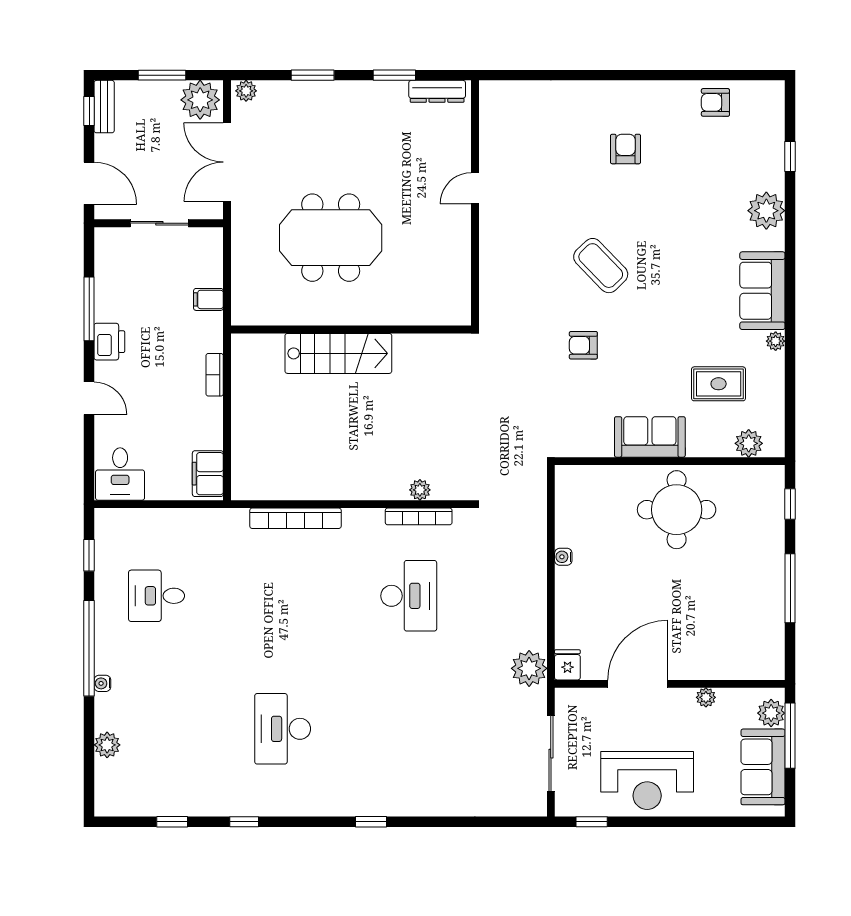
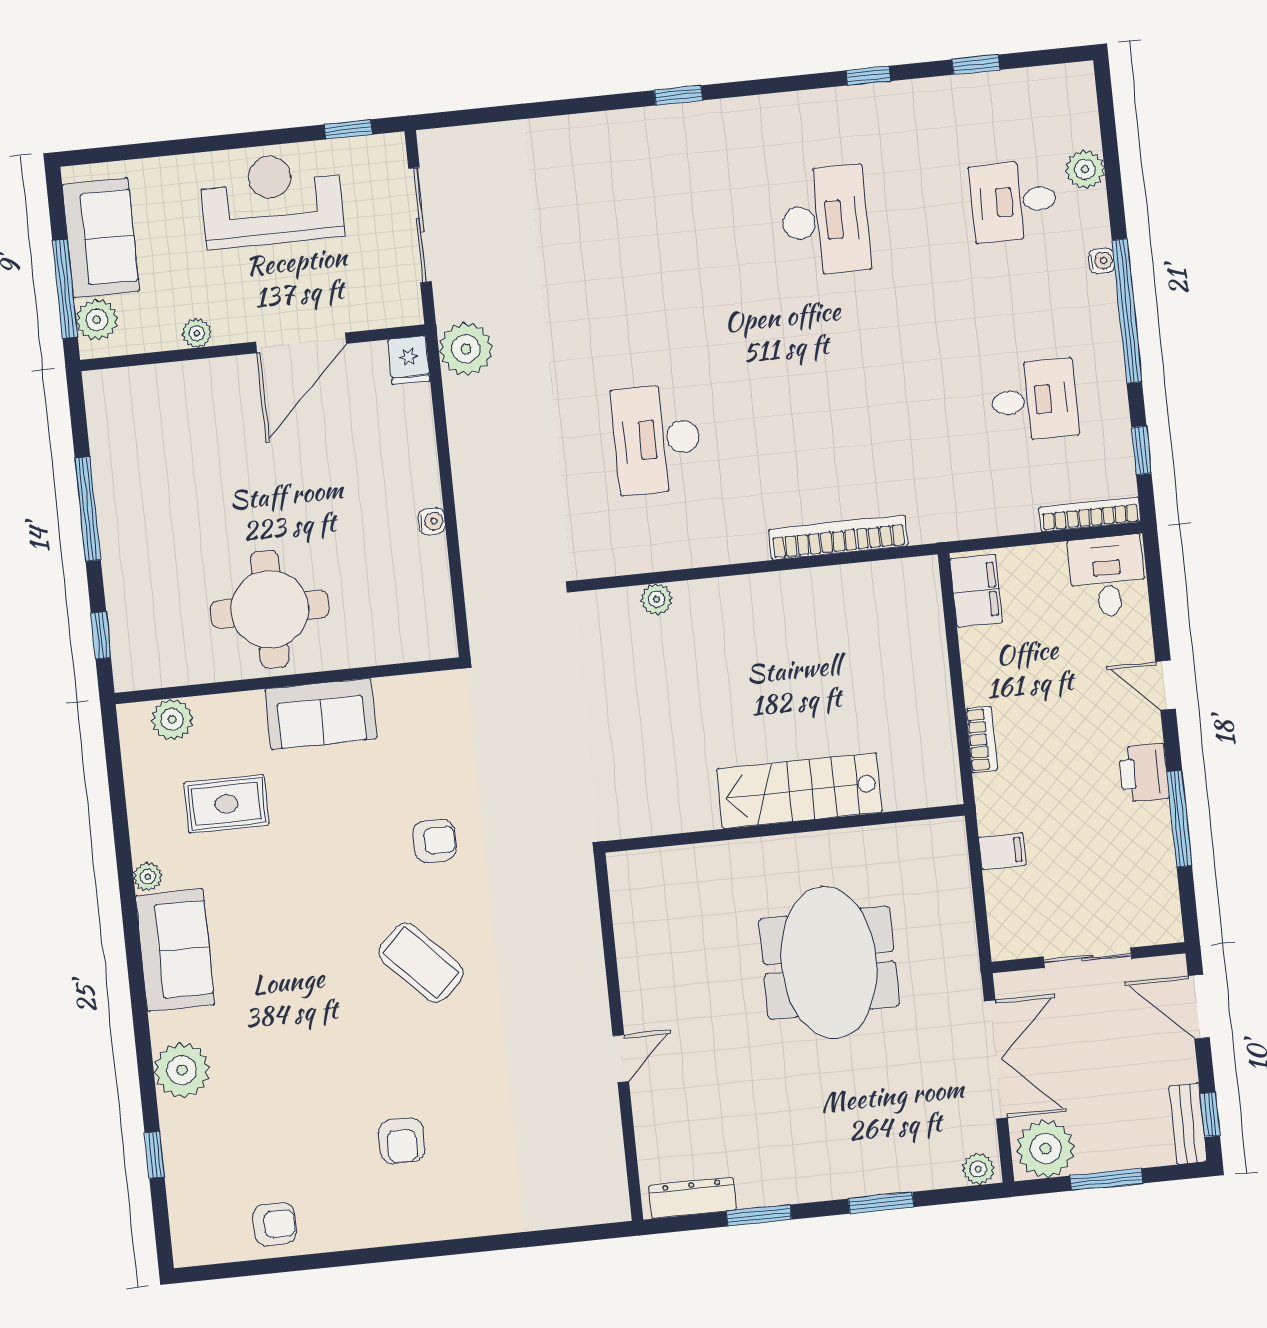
meeting table: (331, 238) -> (829, 963), turned 90
bookcase: (419, 516) -> (1090, 514), moved
desk: (157, 729) -> (1014, 201), added

